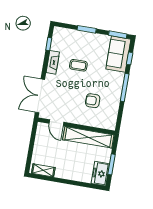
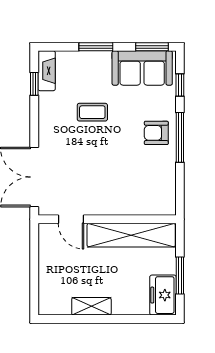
sofa: (118, 54) -> (142, 68), moved, turned -90
fireplace: (53, 62) -> (47, 71), moved
armchair: (93, 101) -> (156, 133), moved
shelving: (43, 170) -> (91, 306), moved

